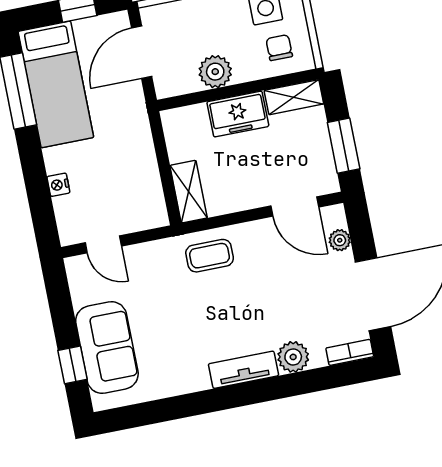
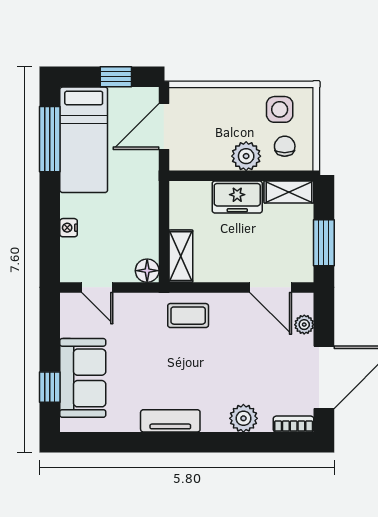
plant: (215, 72) -> (246, 156), moved
floor lamp: (155, 215) -> (147, 271), added
tv unit: (244, 370) -> (170, 421), moved

